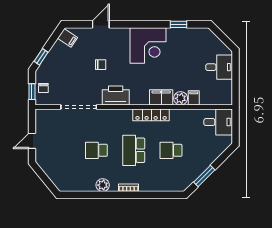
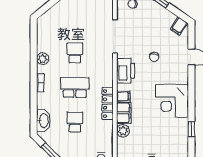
filing cabinet: (194, 98) -> (123, 96), moved
washbasin: (169, 184) -> (43, 121), added

